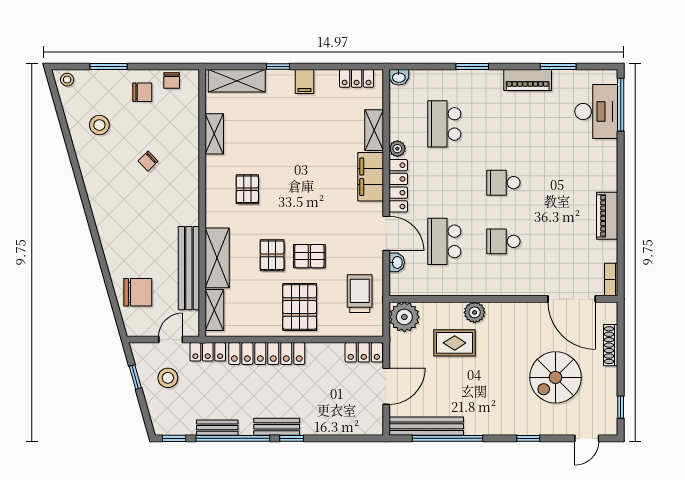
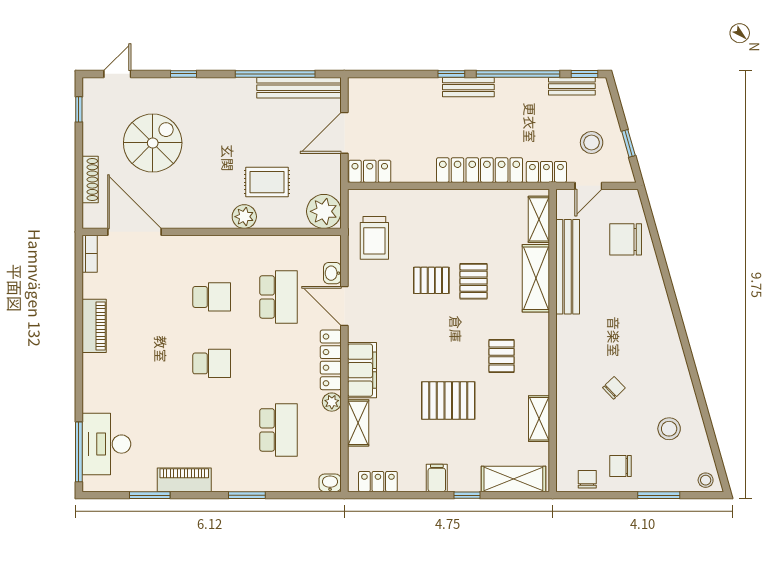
pallet: (300, 307) -> (448, 401), moved, turned 90
bench: (217, 428) -> (572, 86), moved

